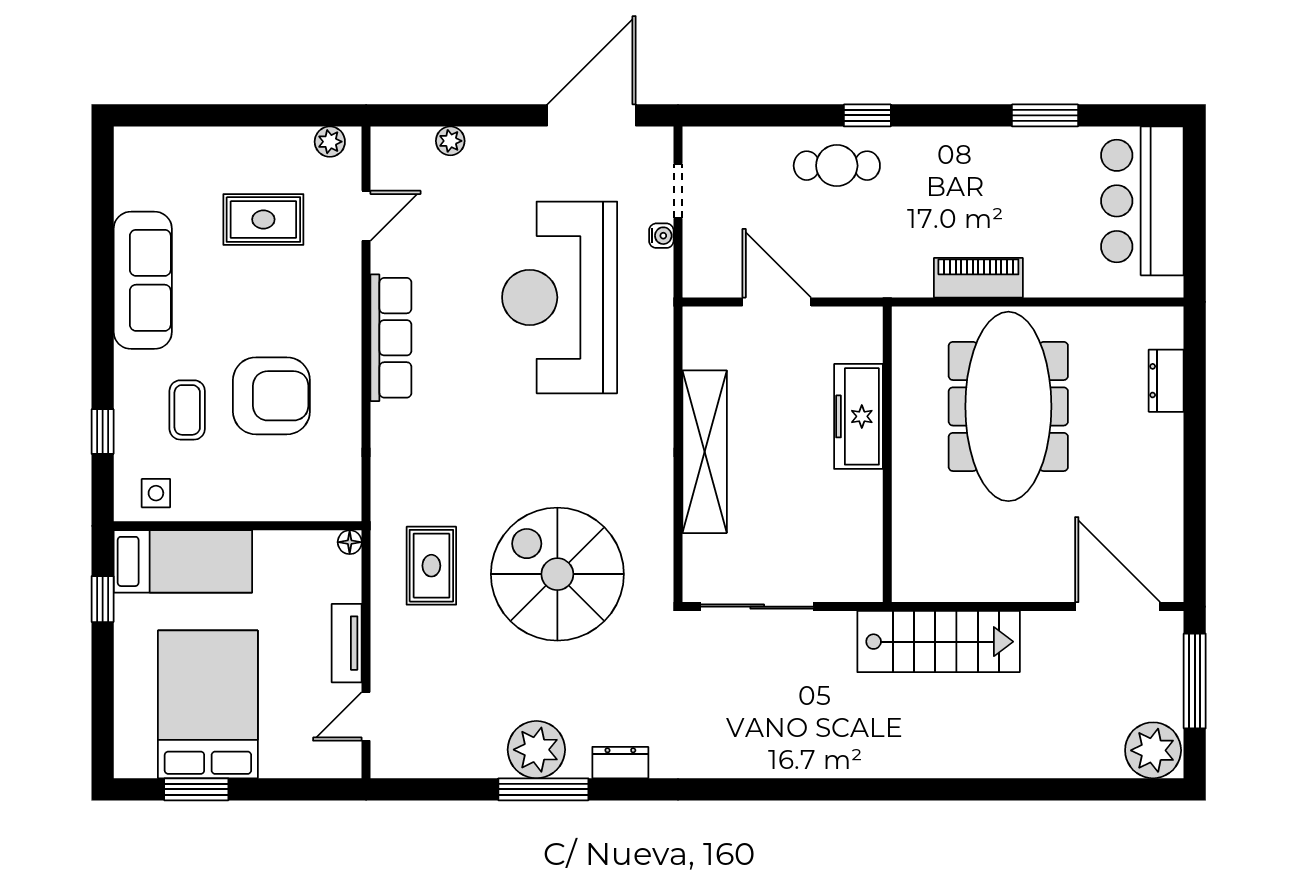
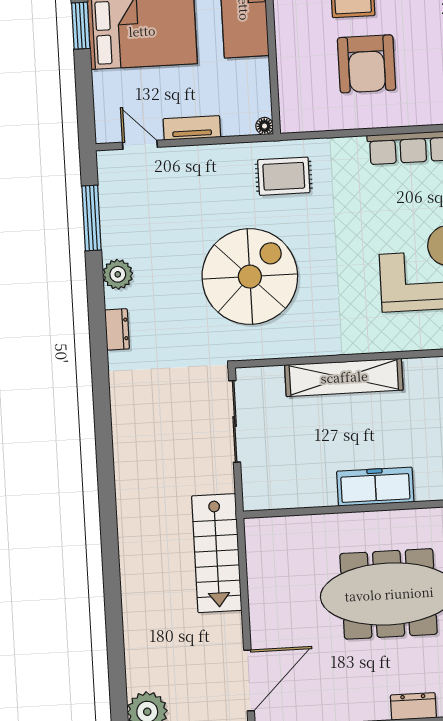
rug: (431, 566) -> (284, 176), moved
plant: (536, 750) -> (118, 274), width x0.73, depth x0.73
window: (543, 789) -> (91, 218), moved

